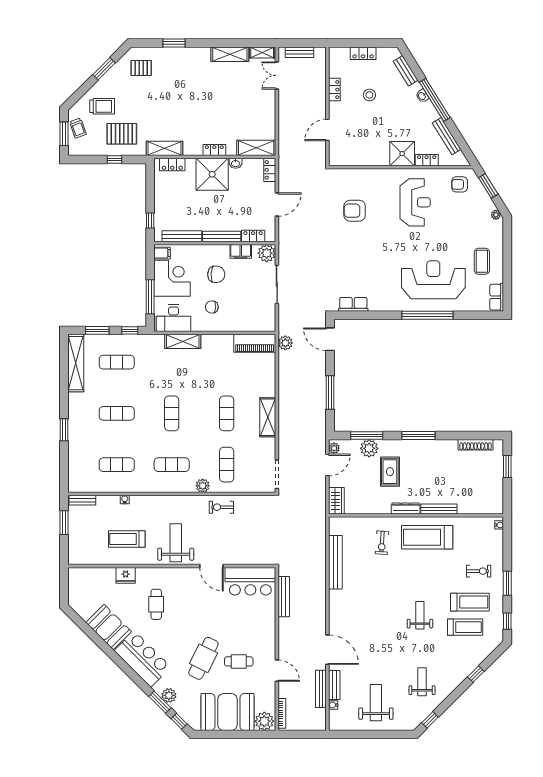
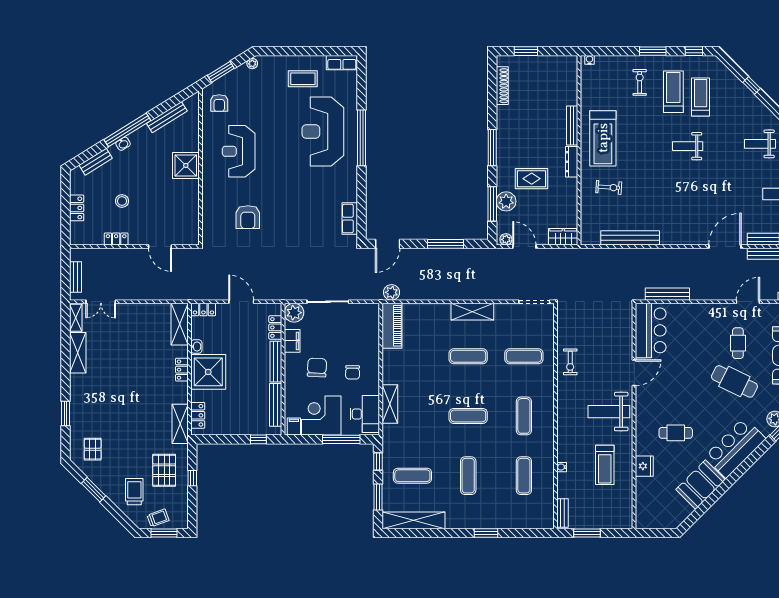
locker: (427, 160) -> (193, 139), removed
reception desk: (415, 202) -> (239, 151), turned -90
exercise mat: (117, 362) -> (412, 476), turned 90
plant: (203, 486) -> (547, 382), removed

